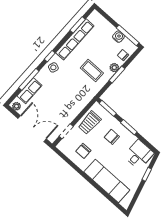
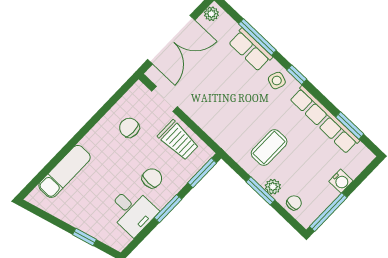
water cooler: (118, 37) -> (341, 181), moved
row of seats: (29, 91) -> (250, 50), moved
trolley: (90, 123) -> (178, 140), turned 180
desk: (139, 154) -> (132, 211), moved
exam couch: (107, 181) -> (65, 171), width x0.73, depth x0.69

